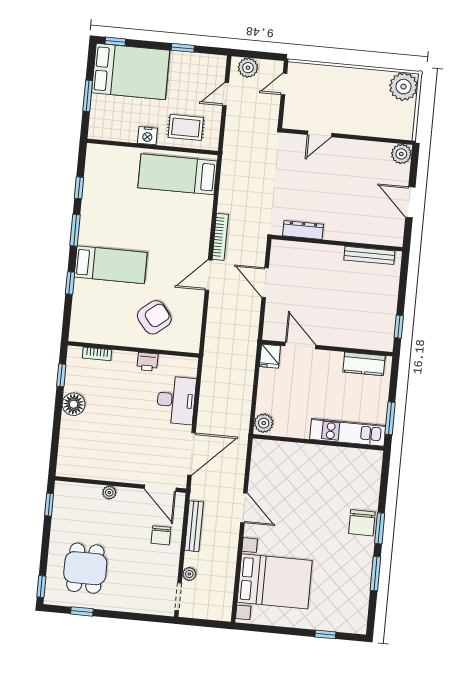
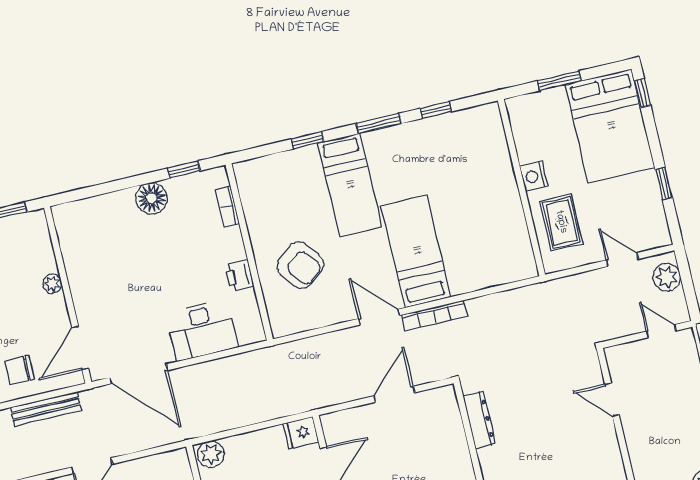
bed: (178, 174) -> (416, 251), moved

